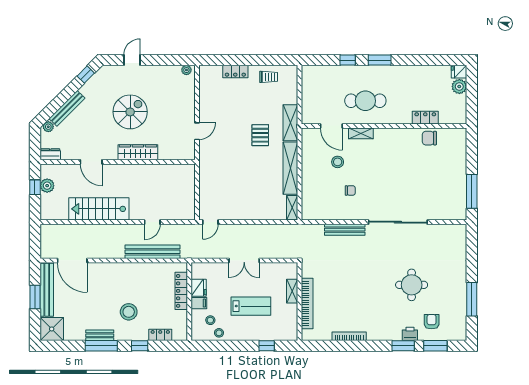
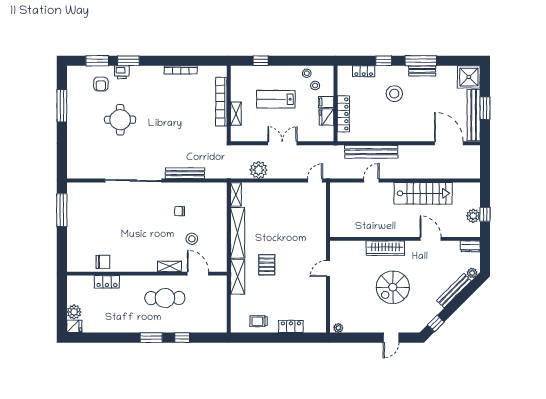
plant: (269, 233) -> (258, 170), added

